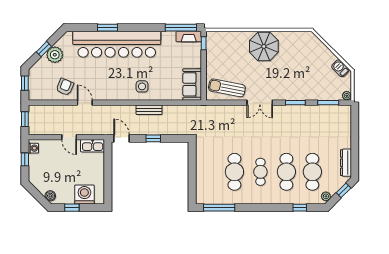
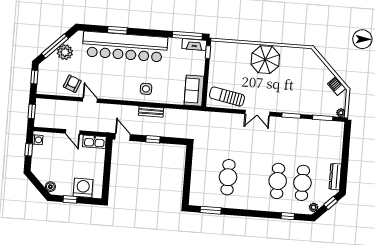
window: (44, 49) -> (55, 46), width x2.17
cafe table: (260, 172) -> (253, 179), removed
window: (219, 208) -> (211, 210), width x0.69

